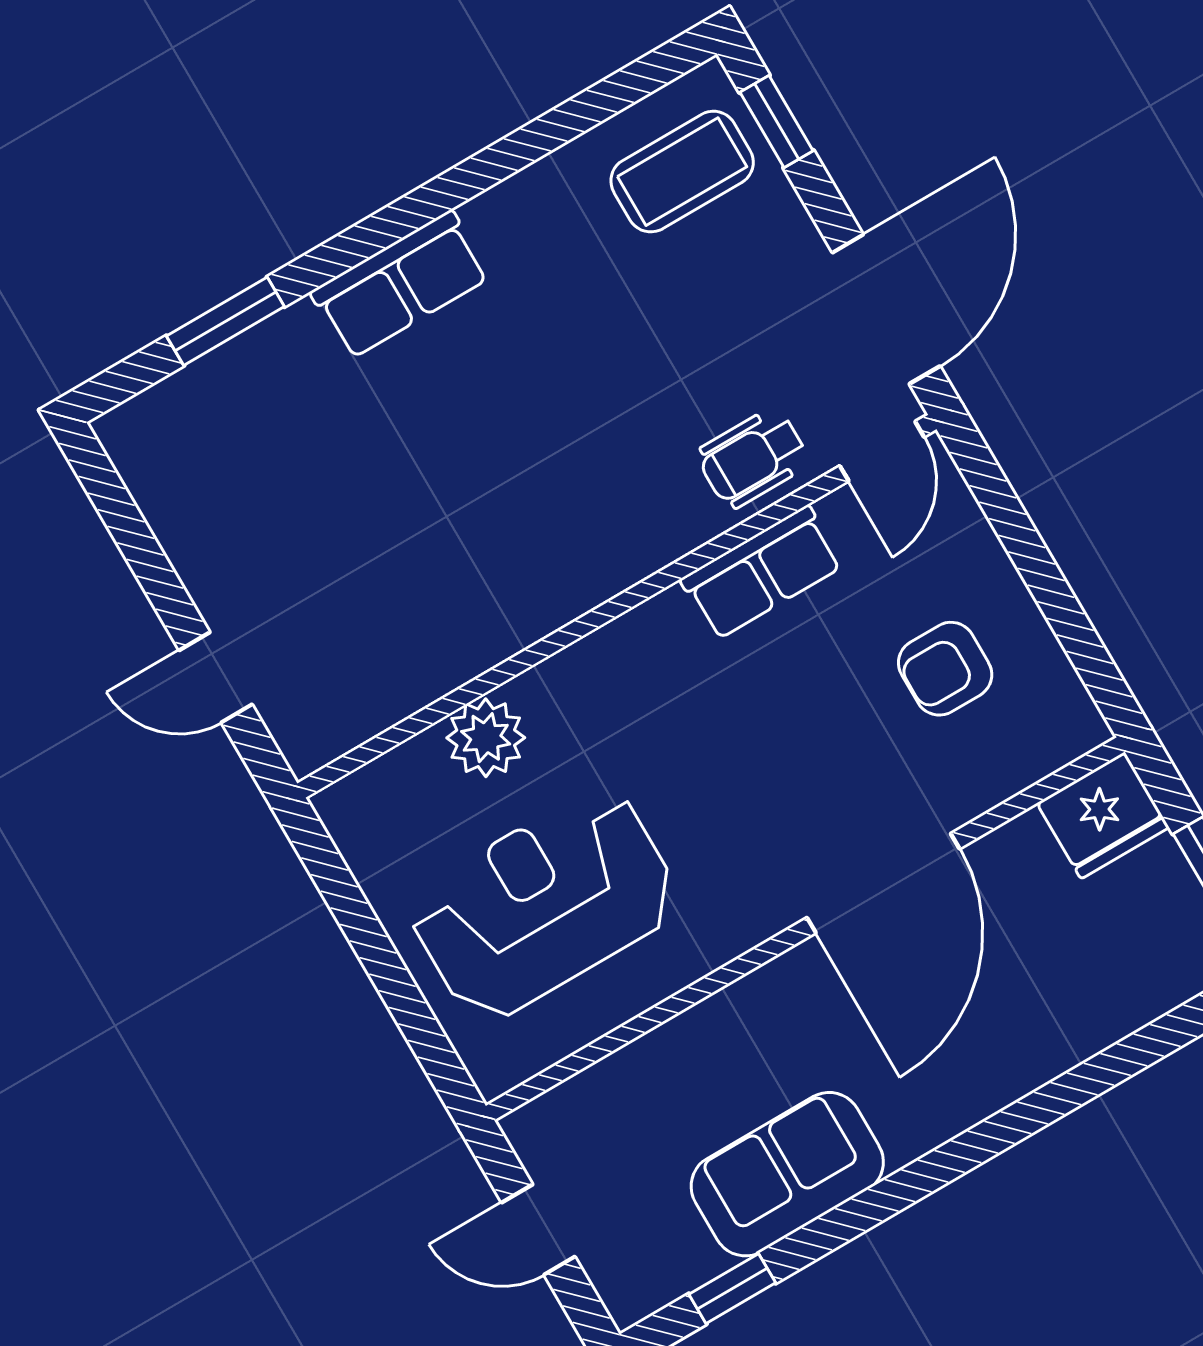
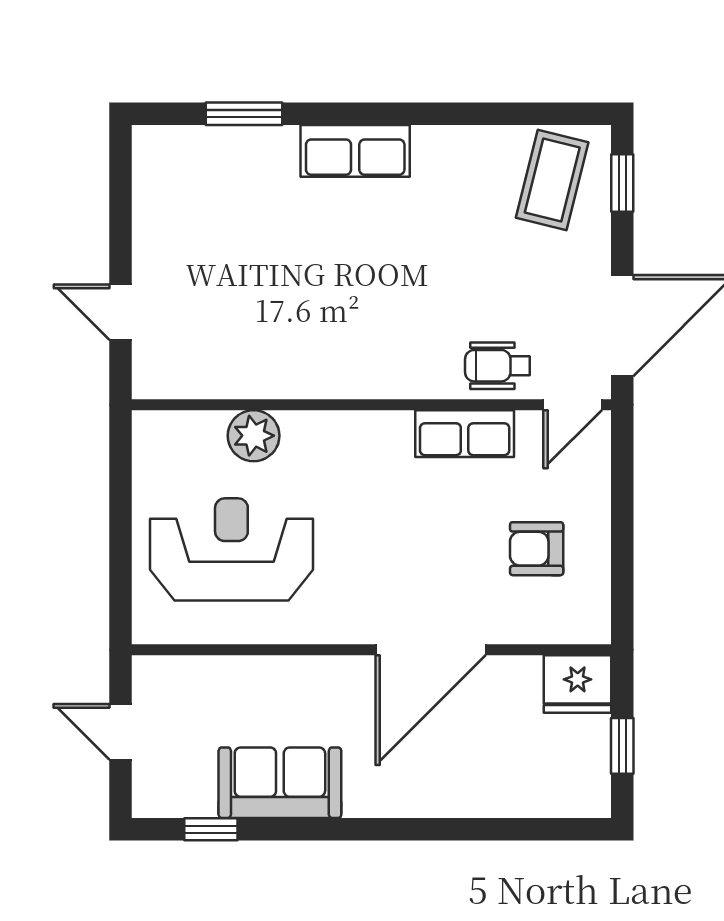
coffee table: (682, 172) -> (552, 180), turned -76

